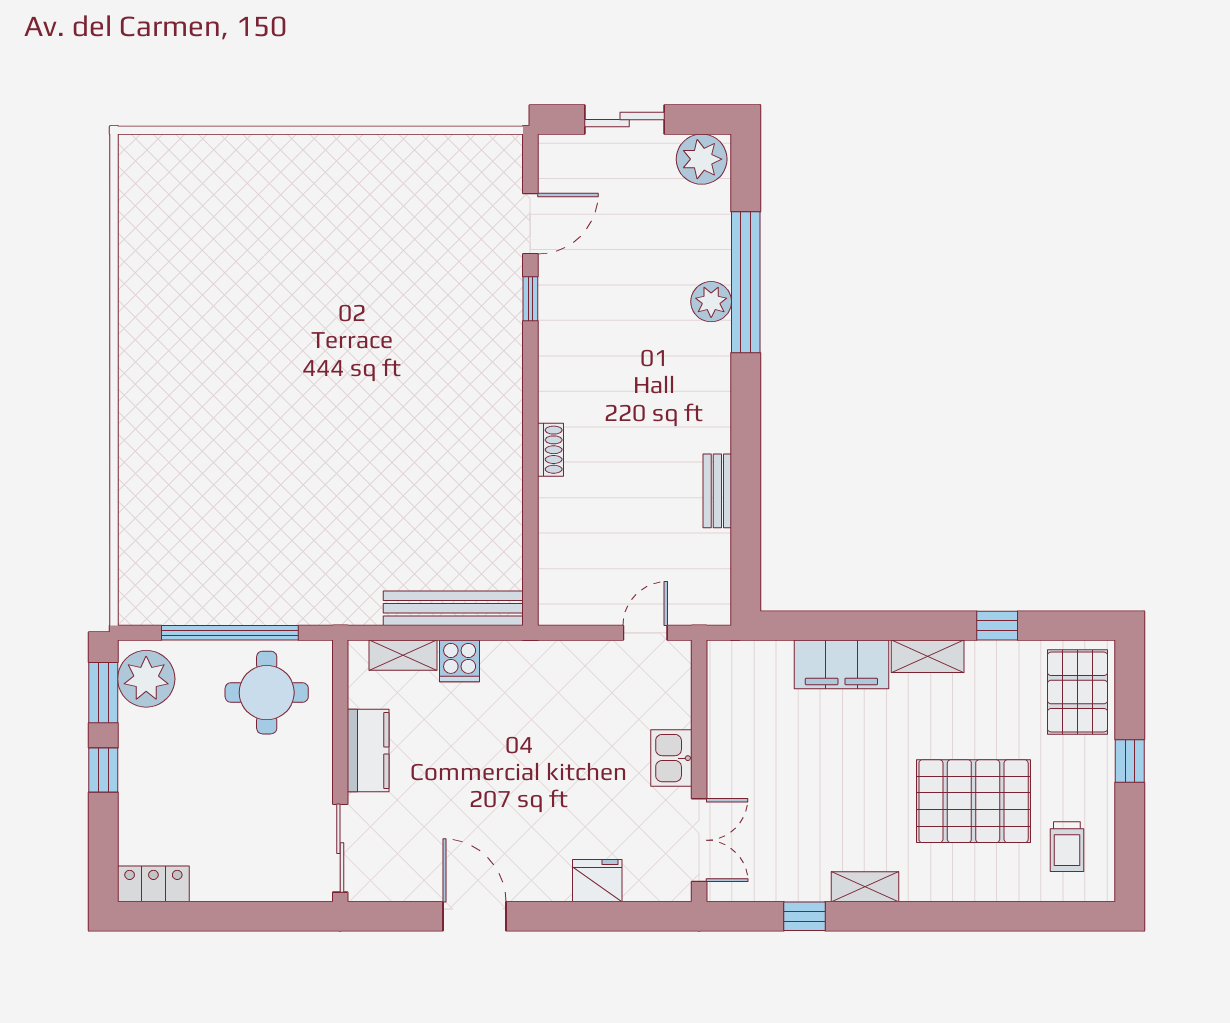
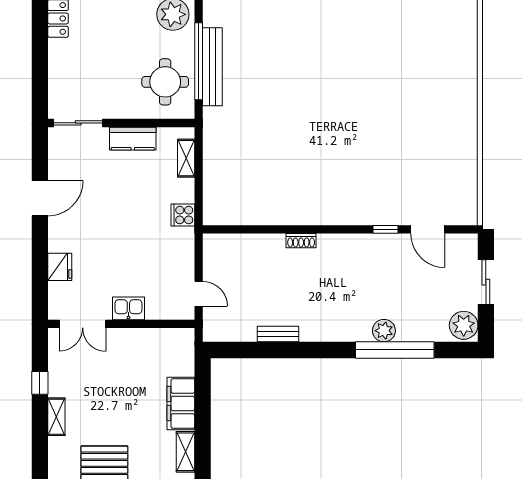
bench: (453, 608) -> (212, 67), moved
cooker: (460, 661) -> (183, 215), moved

